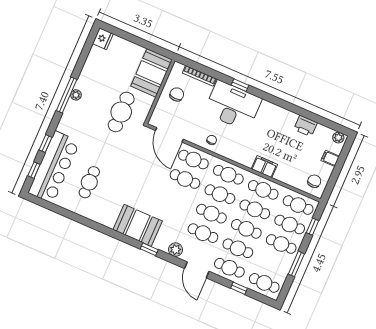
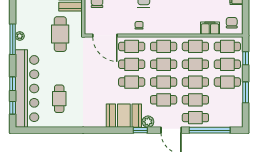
bar counter: (54, 167) -> (27, 89), width x1.36
filing cabinet: (264, 167) -> (210, 28), moved
booth: (138, 225) -> (124, 116), moved
window: (149, 249) -> (140, 130), moved
cafe table: (264, 283) -> (132, 82), moved
window: (239, 288) -> (210, 130), width x3.17

